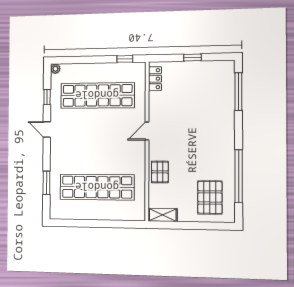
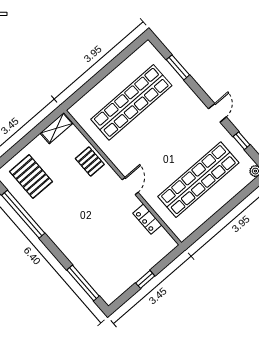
window: (125, 59) -> (202, 230), removed
locker: (155, 79) -> (147, 219), moved
door: (47, 129) -> (217, 113), hinge flipped

